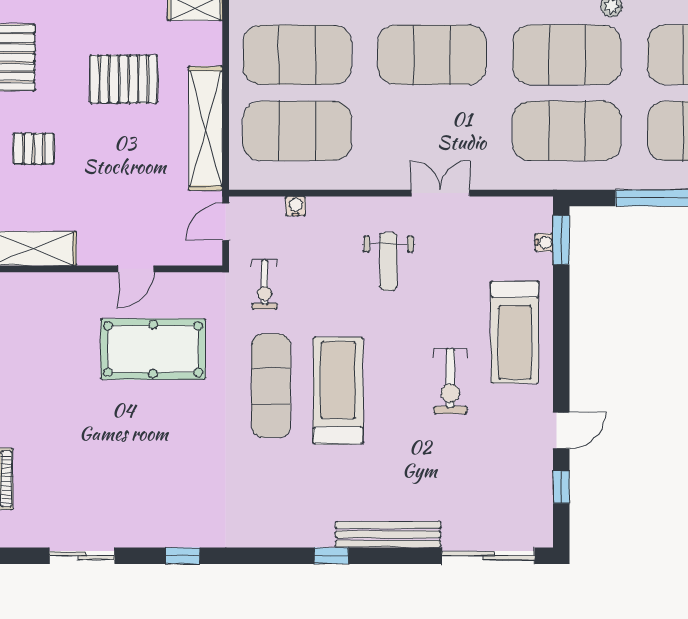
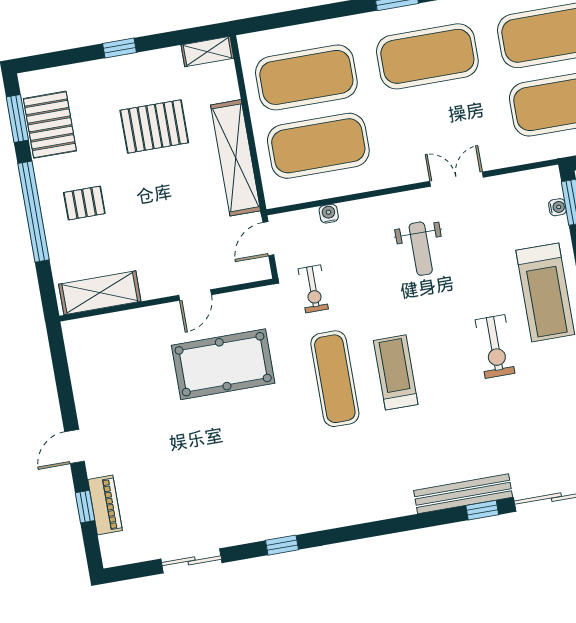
treadmill: (338, 391) -> (396, 372), width x0.73, depth x0.73
window: (331, 556) -> (482, 510), moved

